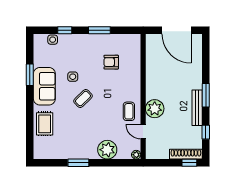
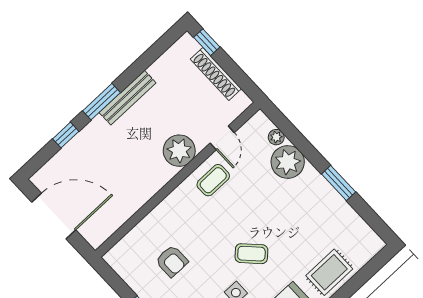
door: (176, 30) -> (54, 216), hinge flipped
window: (206, 132) -> (66, 135), moved
shoe rack: (186, 154) -> (216, 74), moved
plant: (136, 155) -> (276, 137), moved

